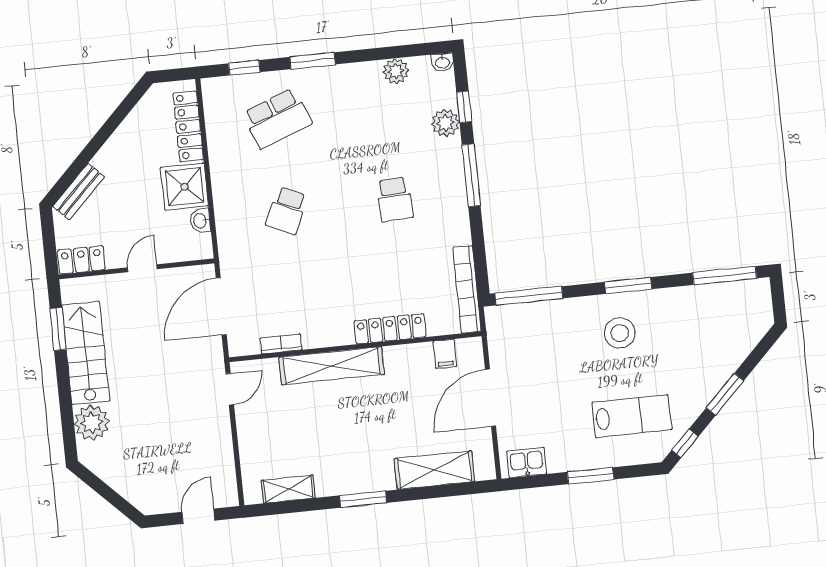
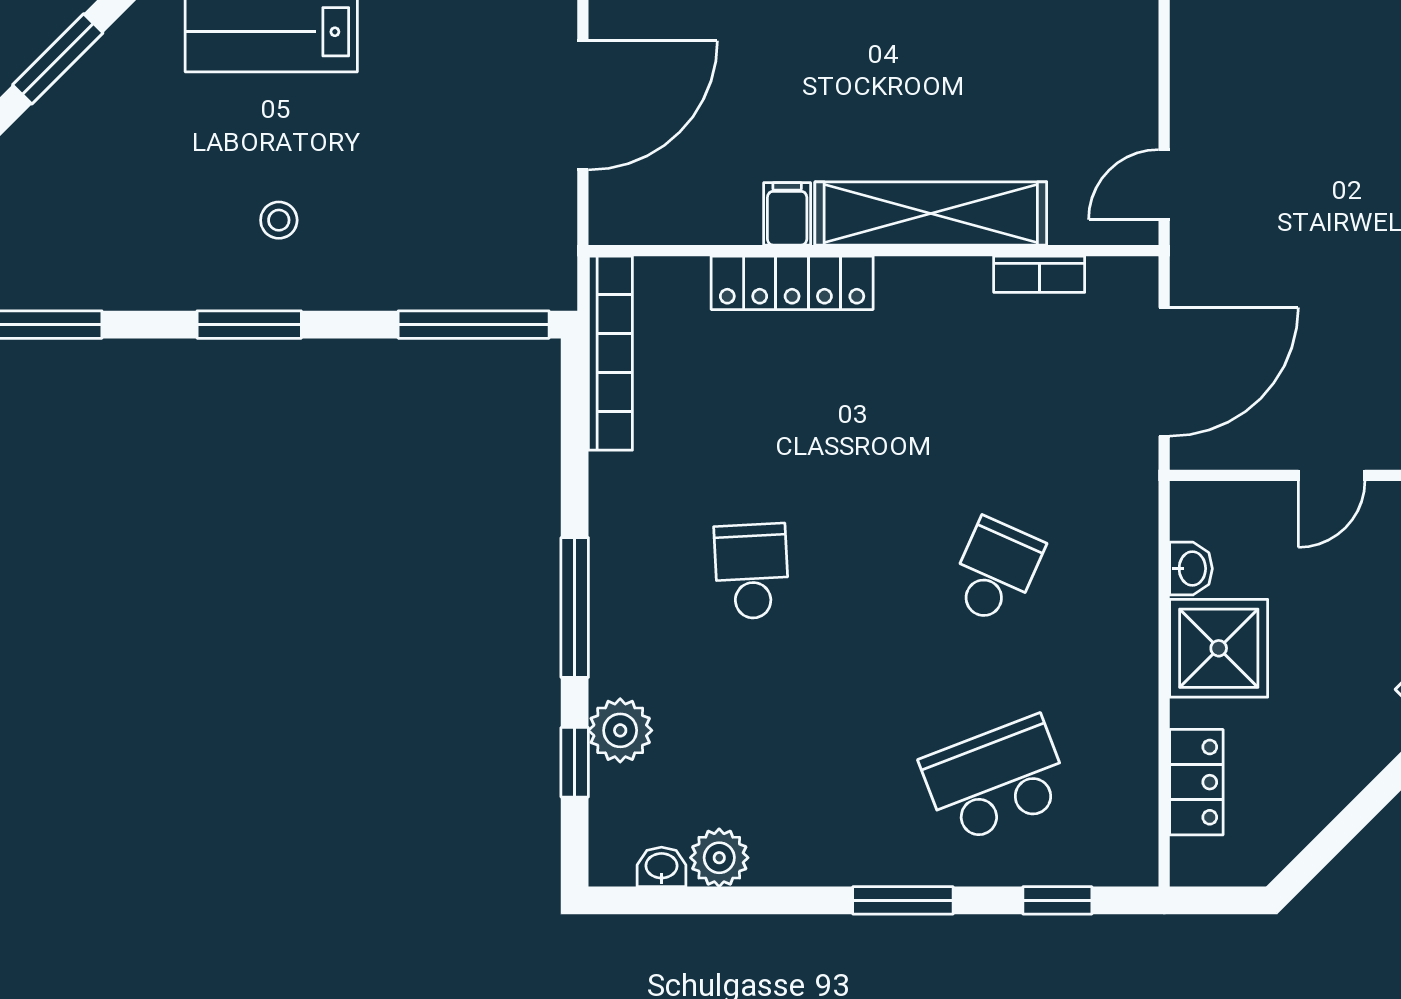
washbasin: (442, 62) -> (661, 867), moved
locker: (188, 126) -> (1196, 782), width x0.66
stool: (620, 333) -> (279, 220), width x0.53, depth x0.53
filing cabinet: (445, 354) -> (787, 214), moved

